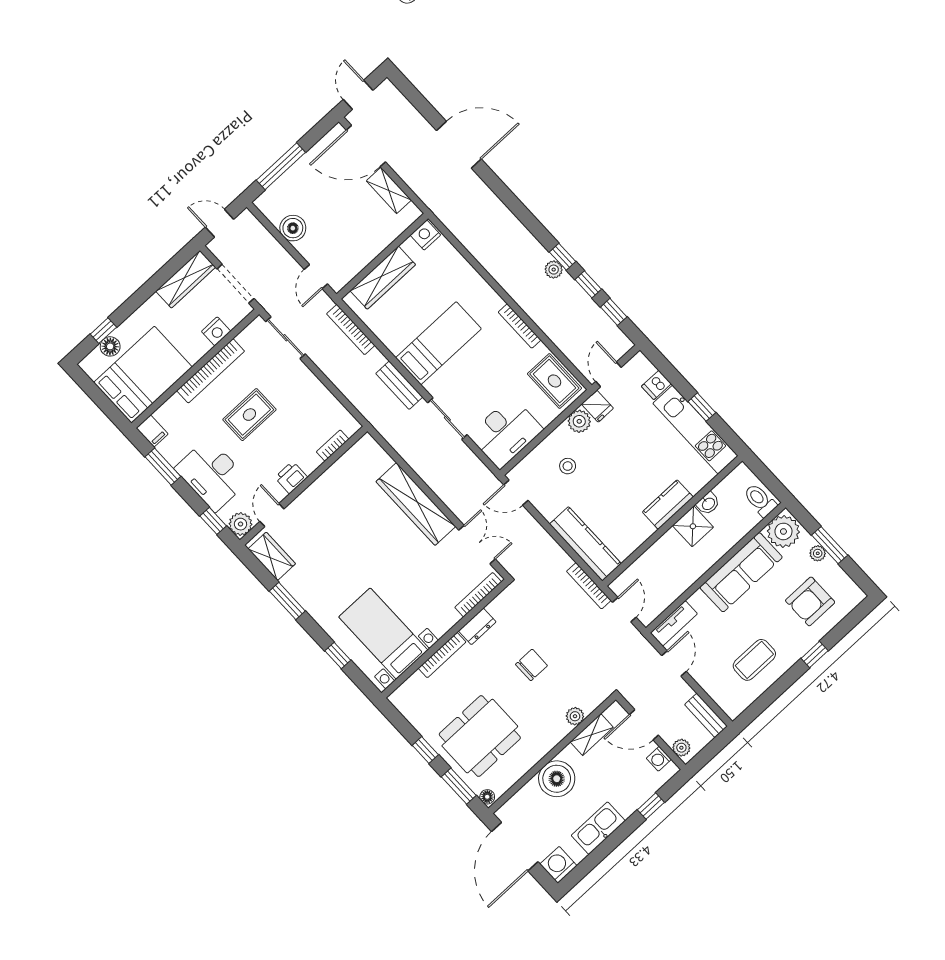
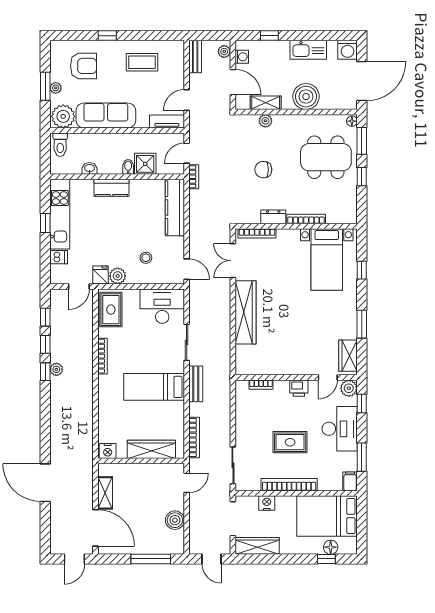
shower: (693, 526) -> (145, 164), moved
bidet: (671, 541) -> (128, 167), added
bookcase: (589, 586) -> (194, 177), width x0.64

